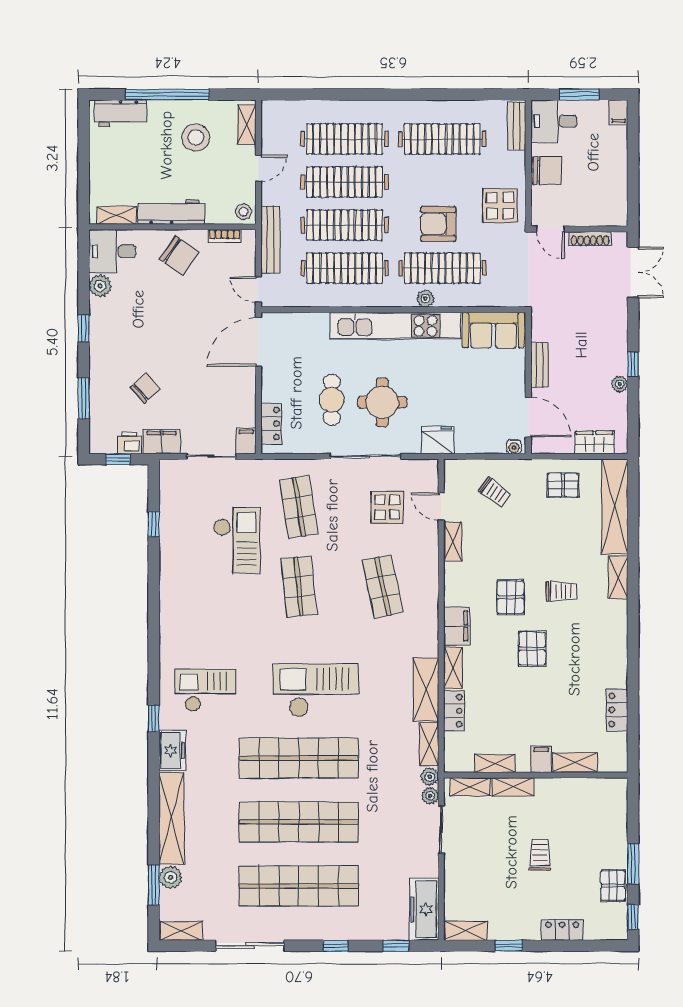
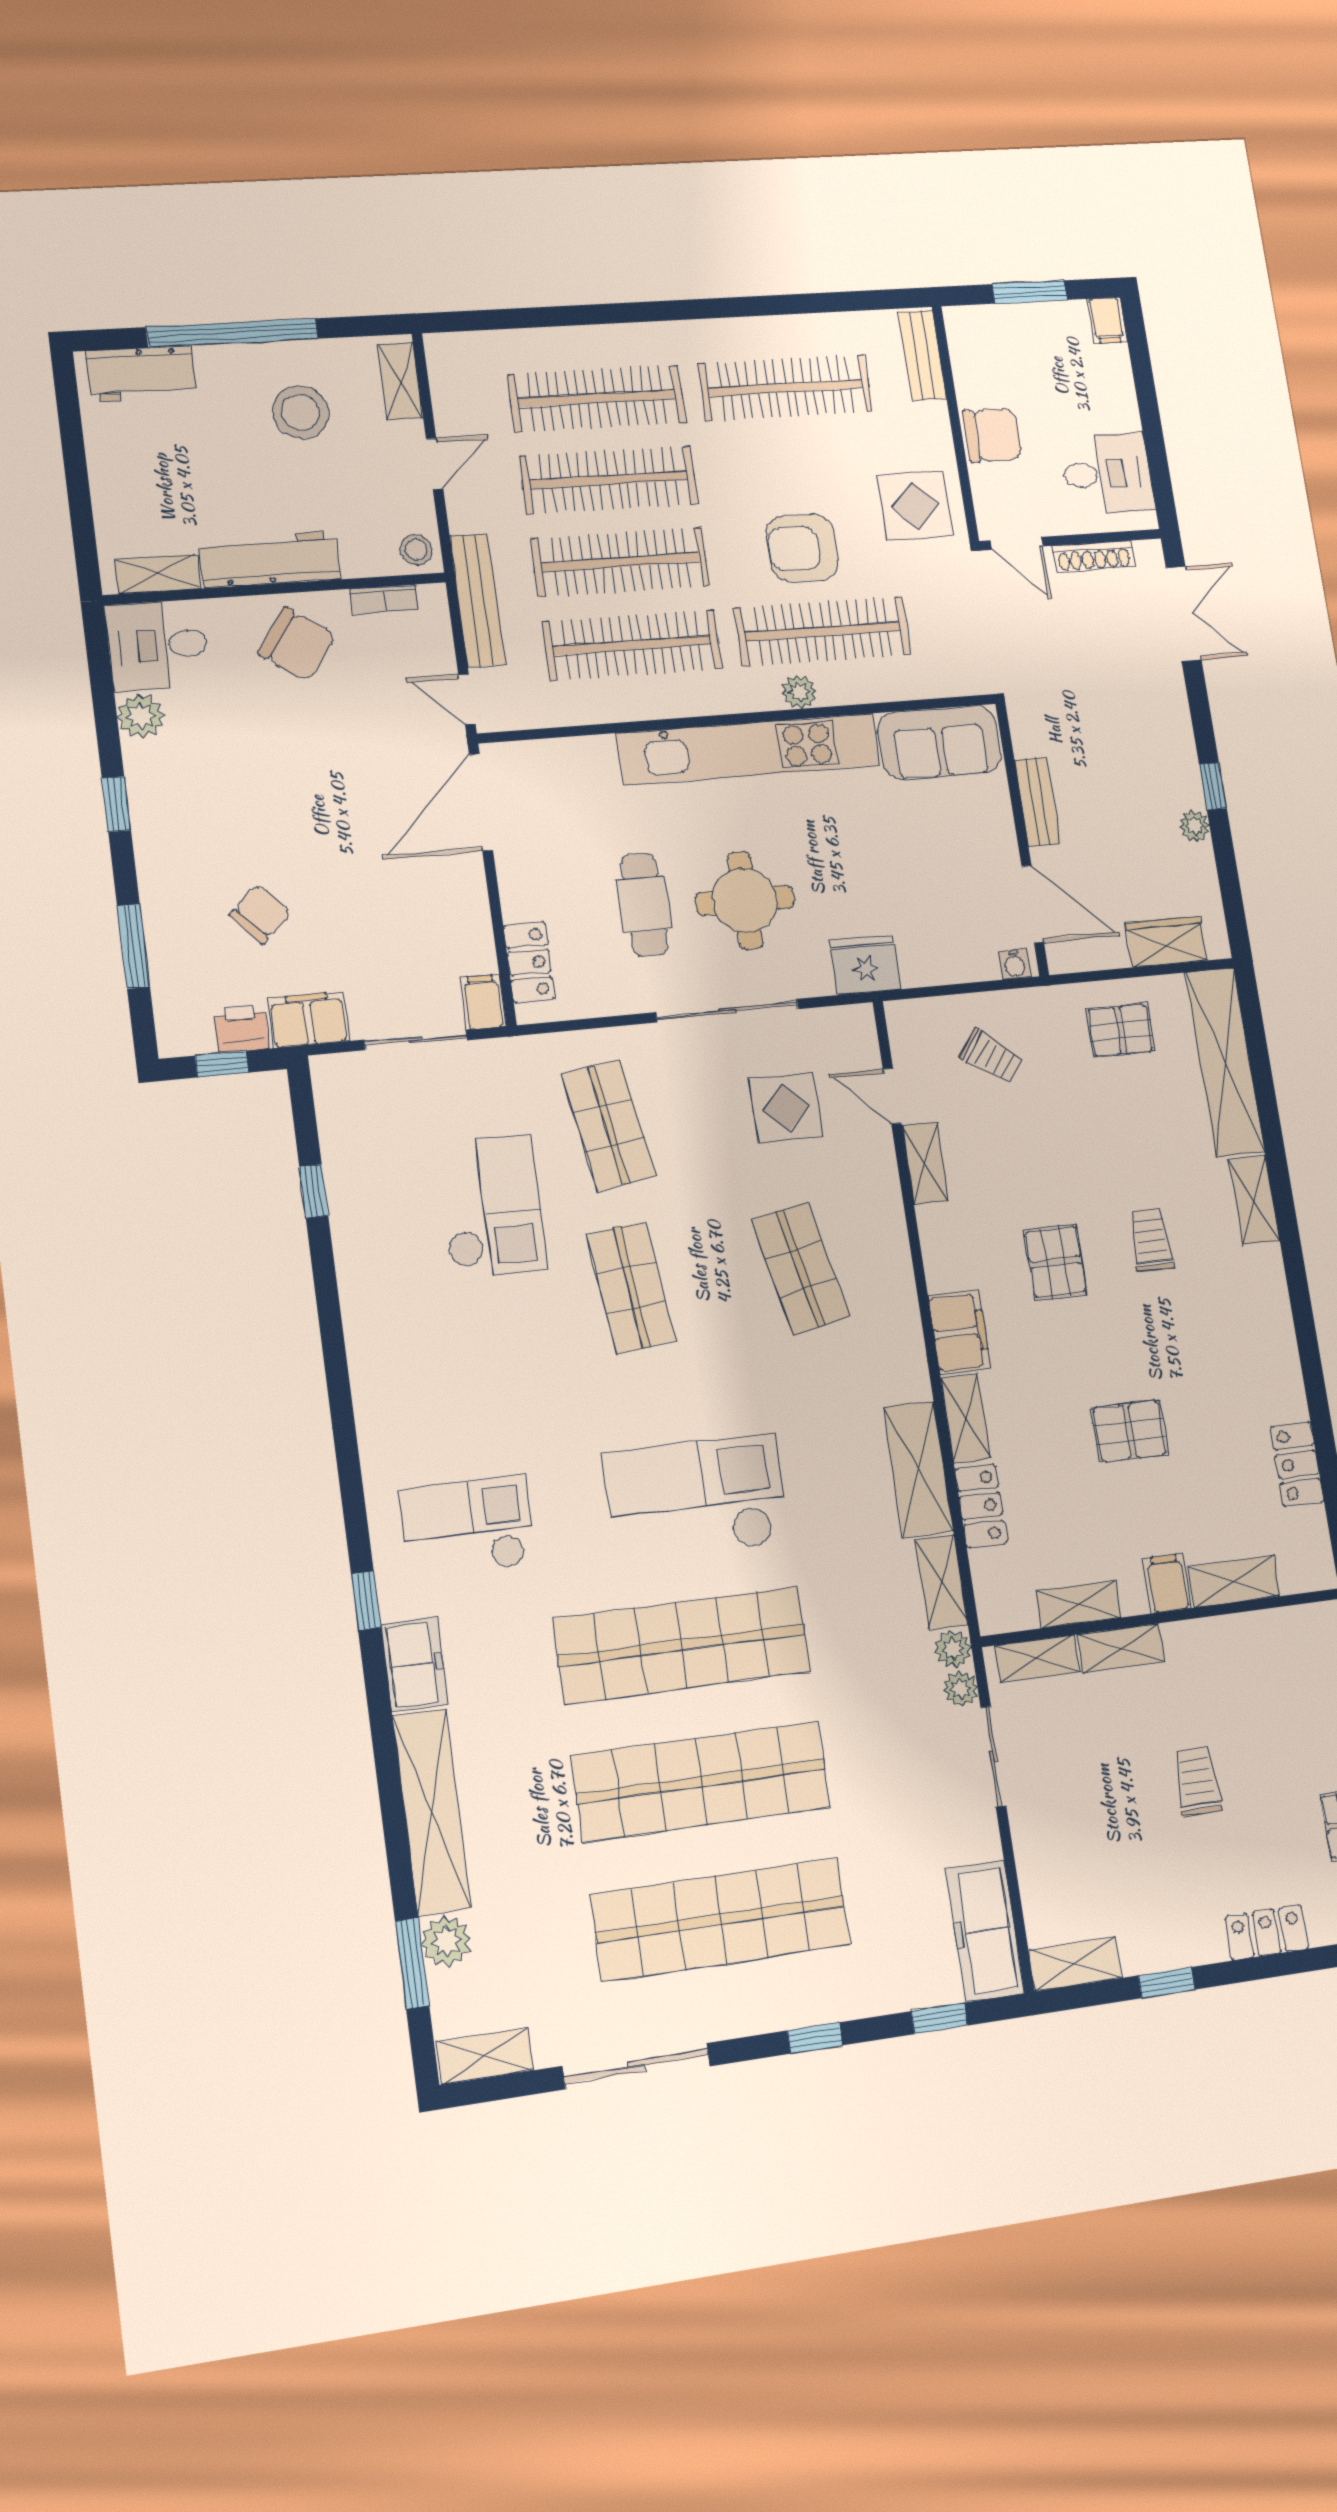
desk: (554, 121) -> (1107, 474), moved, turned 180
trolley: (561, 591) -> (1151, 1240), turned -90
pallet: (532, 649) -> (1130, 1431), moved, turned 90

